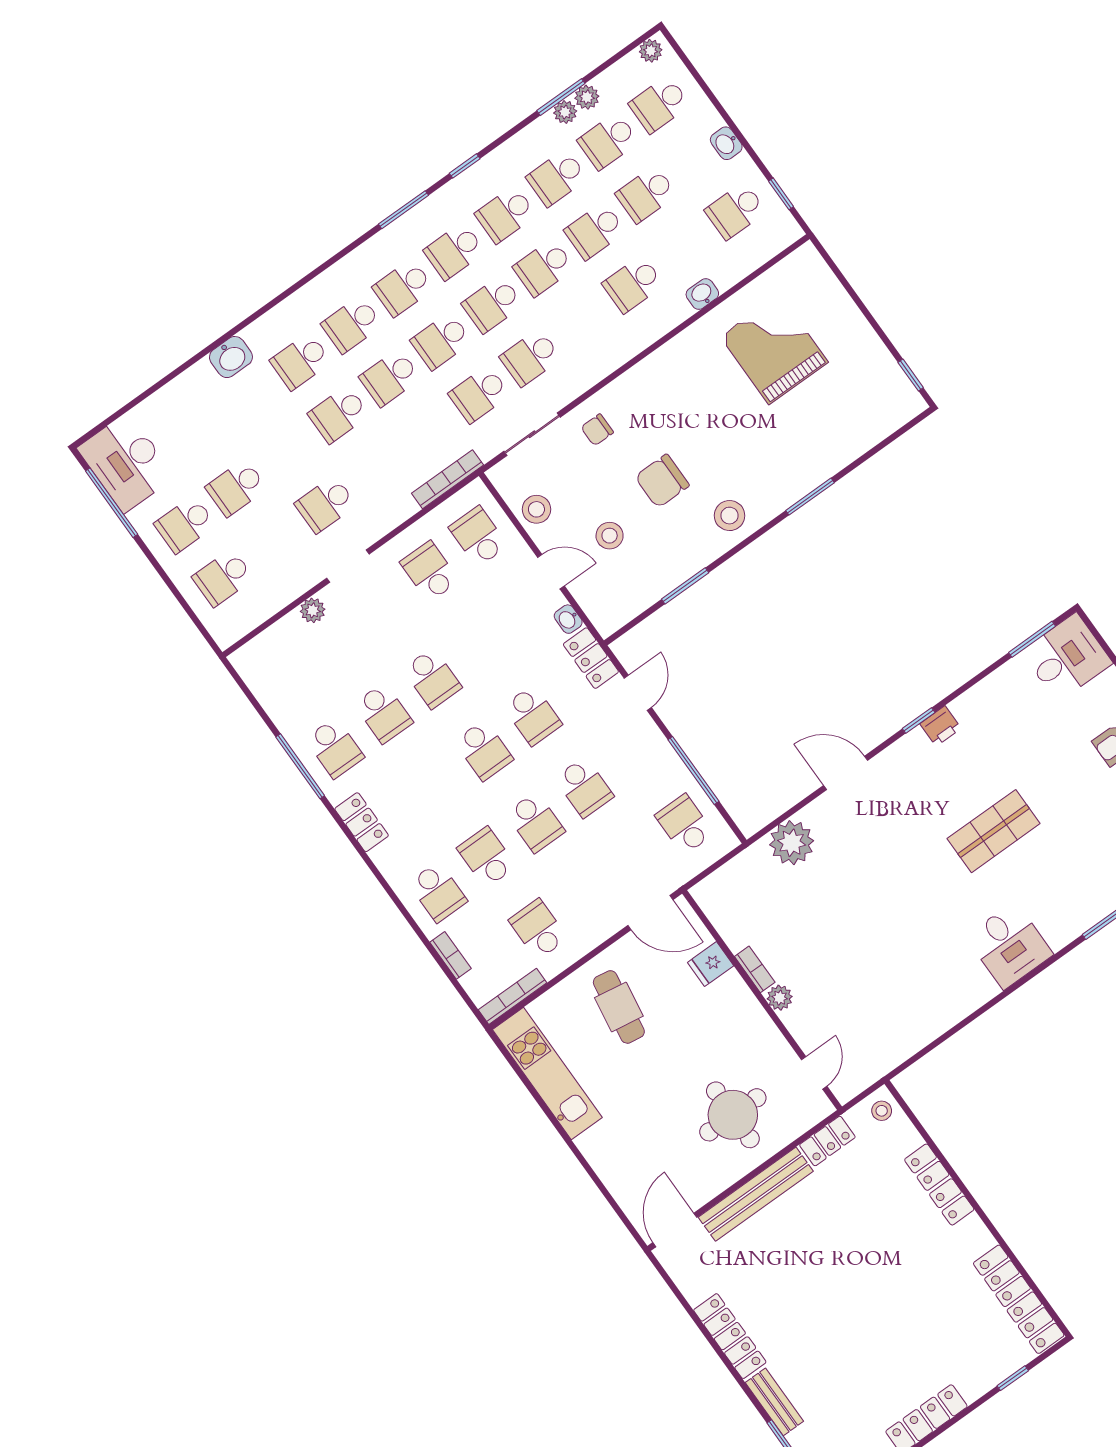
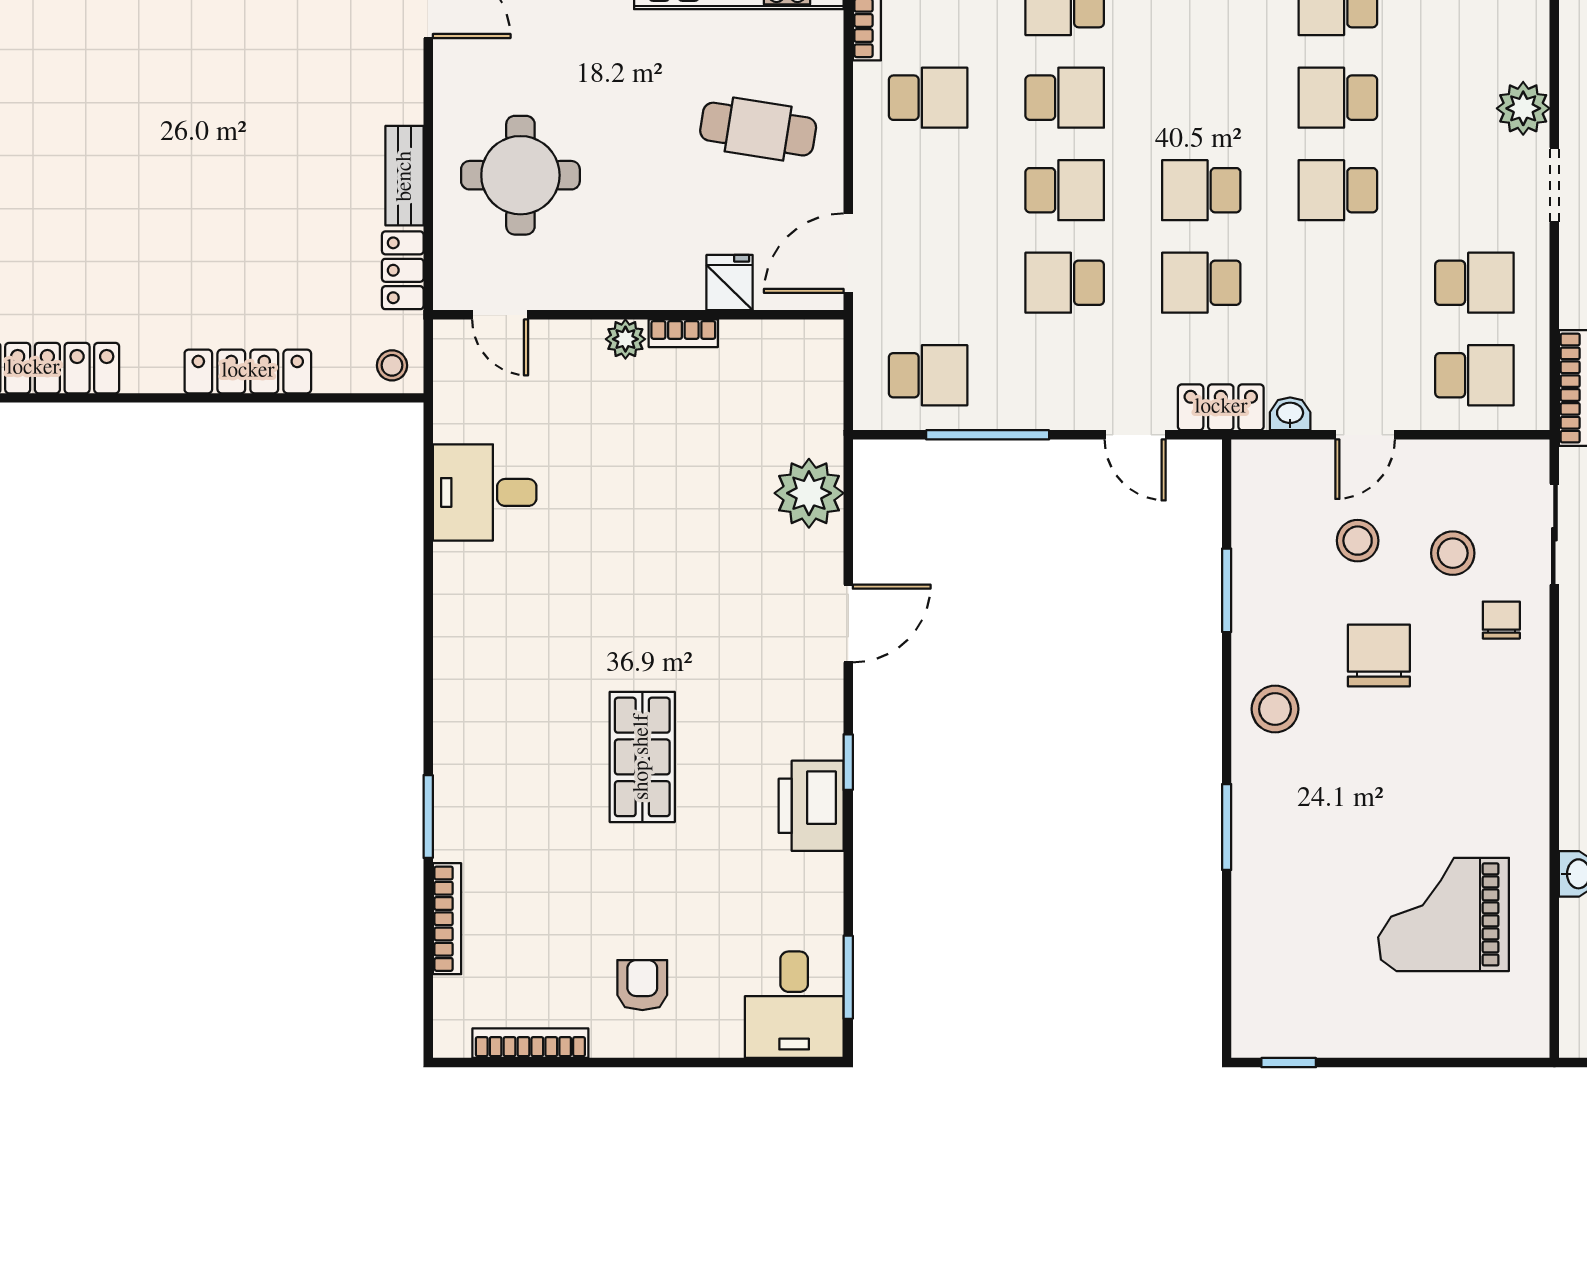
grand piano: (774, 349) -> (1444, 914), turned 180
stool: (536, 509) -> (1453, 553), moved
plant: (313, 610) -> (1523, 108), width x1.38, depth x1.38
printer: (941, 726) -> (811, 806), width x1.87, depth x1.48
school desk: (535, 822) -> (1065, 190), turned 180
desk: (1009, 946) -> (485, 492), moved
bench: (756, 1194) -> (405, 176), width x0.54, depth x0.82

